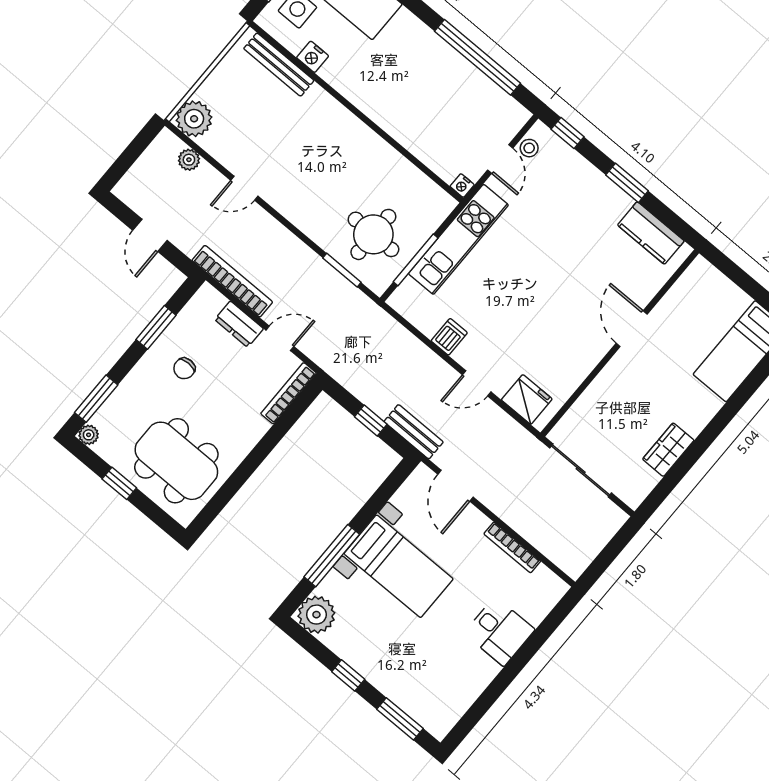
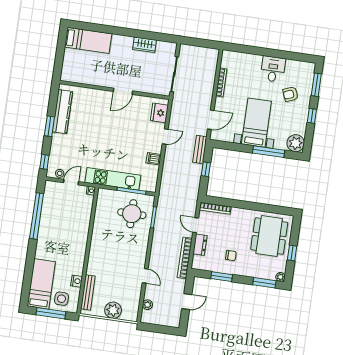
plant: (194, 119) -> (113, 310), moved
kitchen counter: (651, 233) -> (62, 112), width x1.50
door: (632, 329) -> (123, 91), moved
door: (477, 383) -> (165, 137), hinge flipped
desk: (499, 631) -> (273, 69), moved
armchair: (412, 661) -> (290, 94), added

